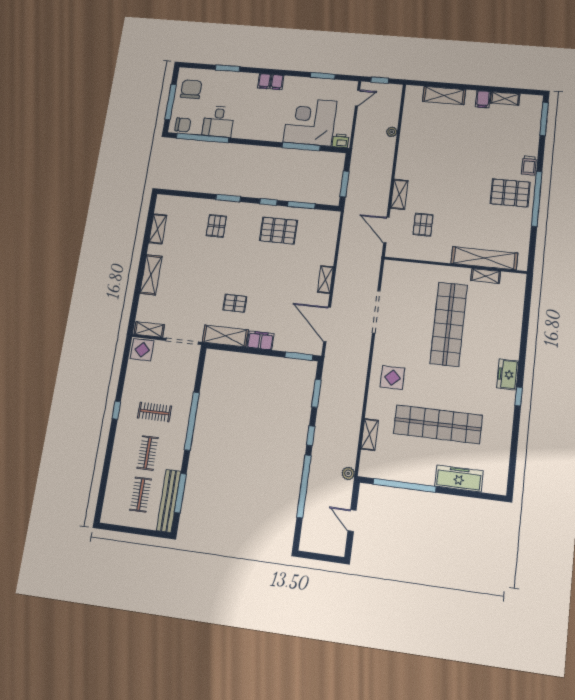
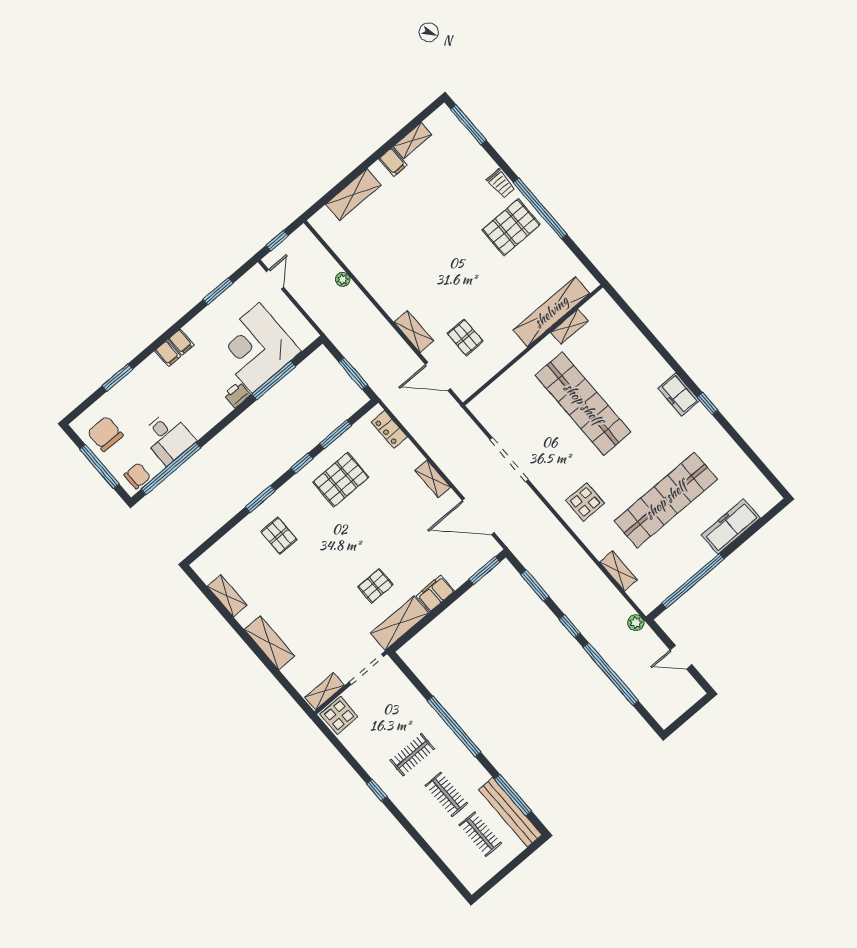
printer: (341, 141) -> (237, 394), moved
locker: (331, 231) -> (389, 429), added

